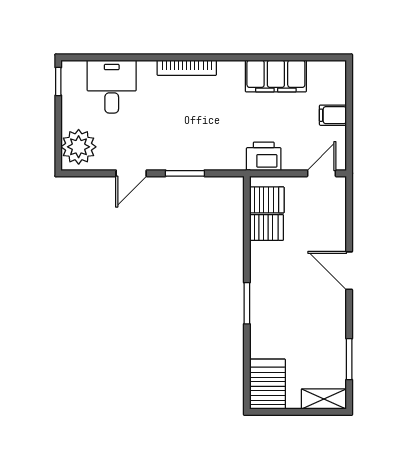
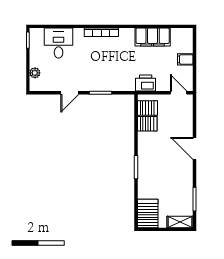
plant: (79, 147) -> (35, 73), width x0.53, depth x0.53
door: (321, 173) -> (179, 93), hinge flipped

